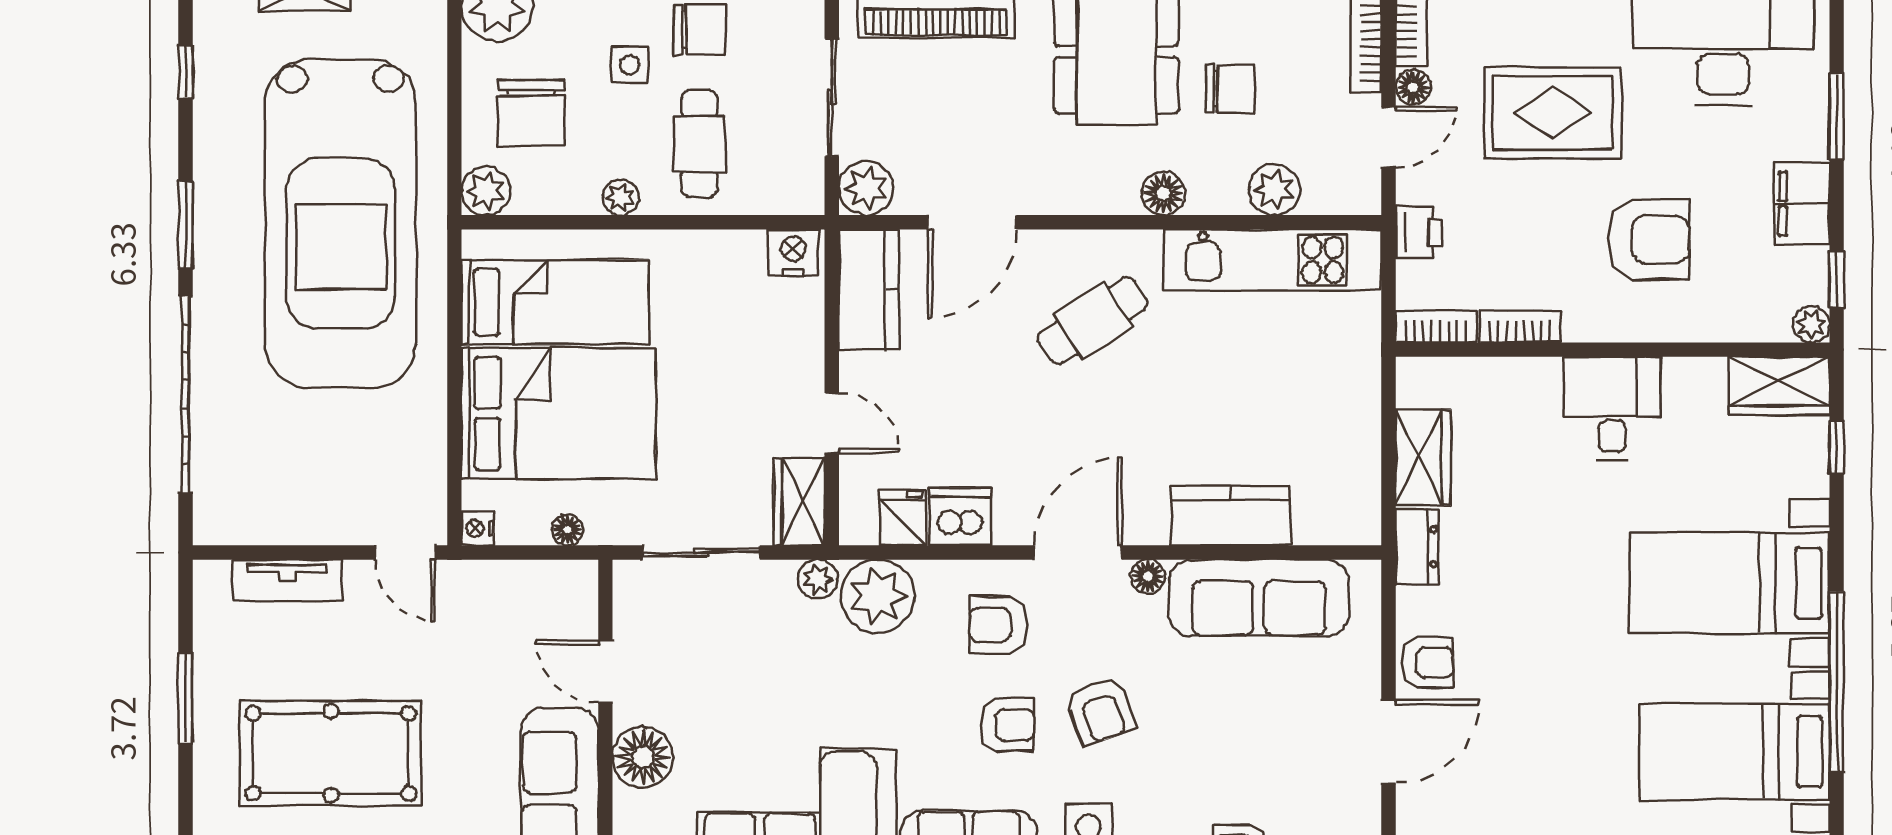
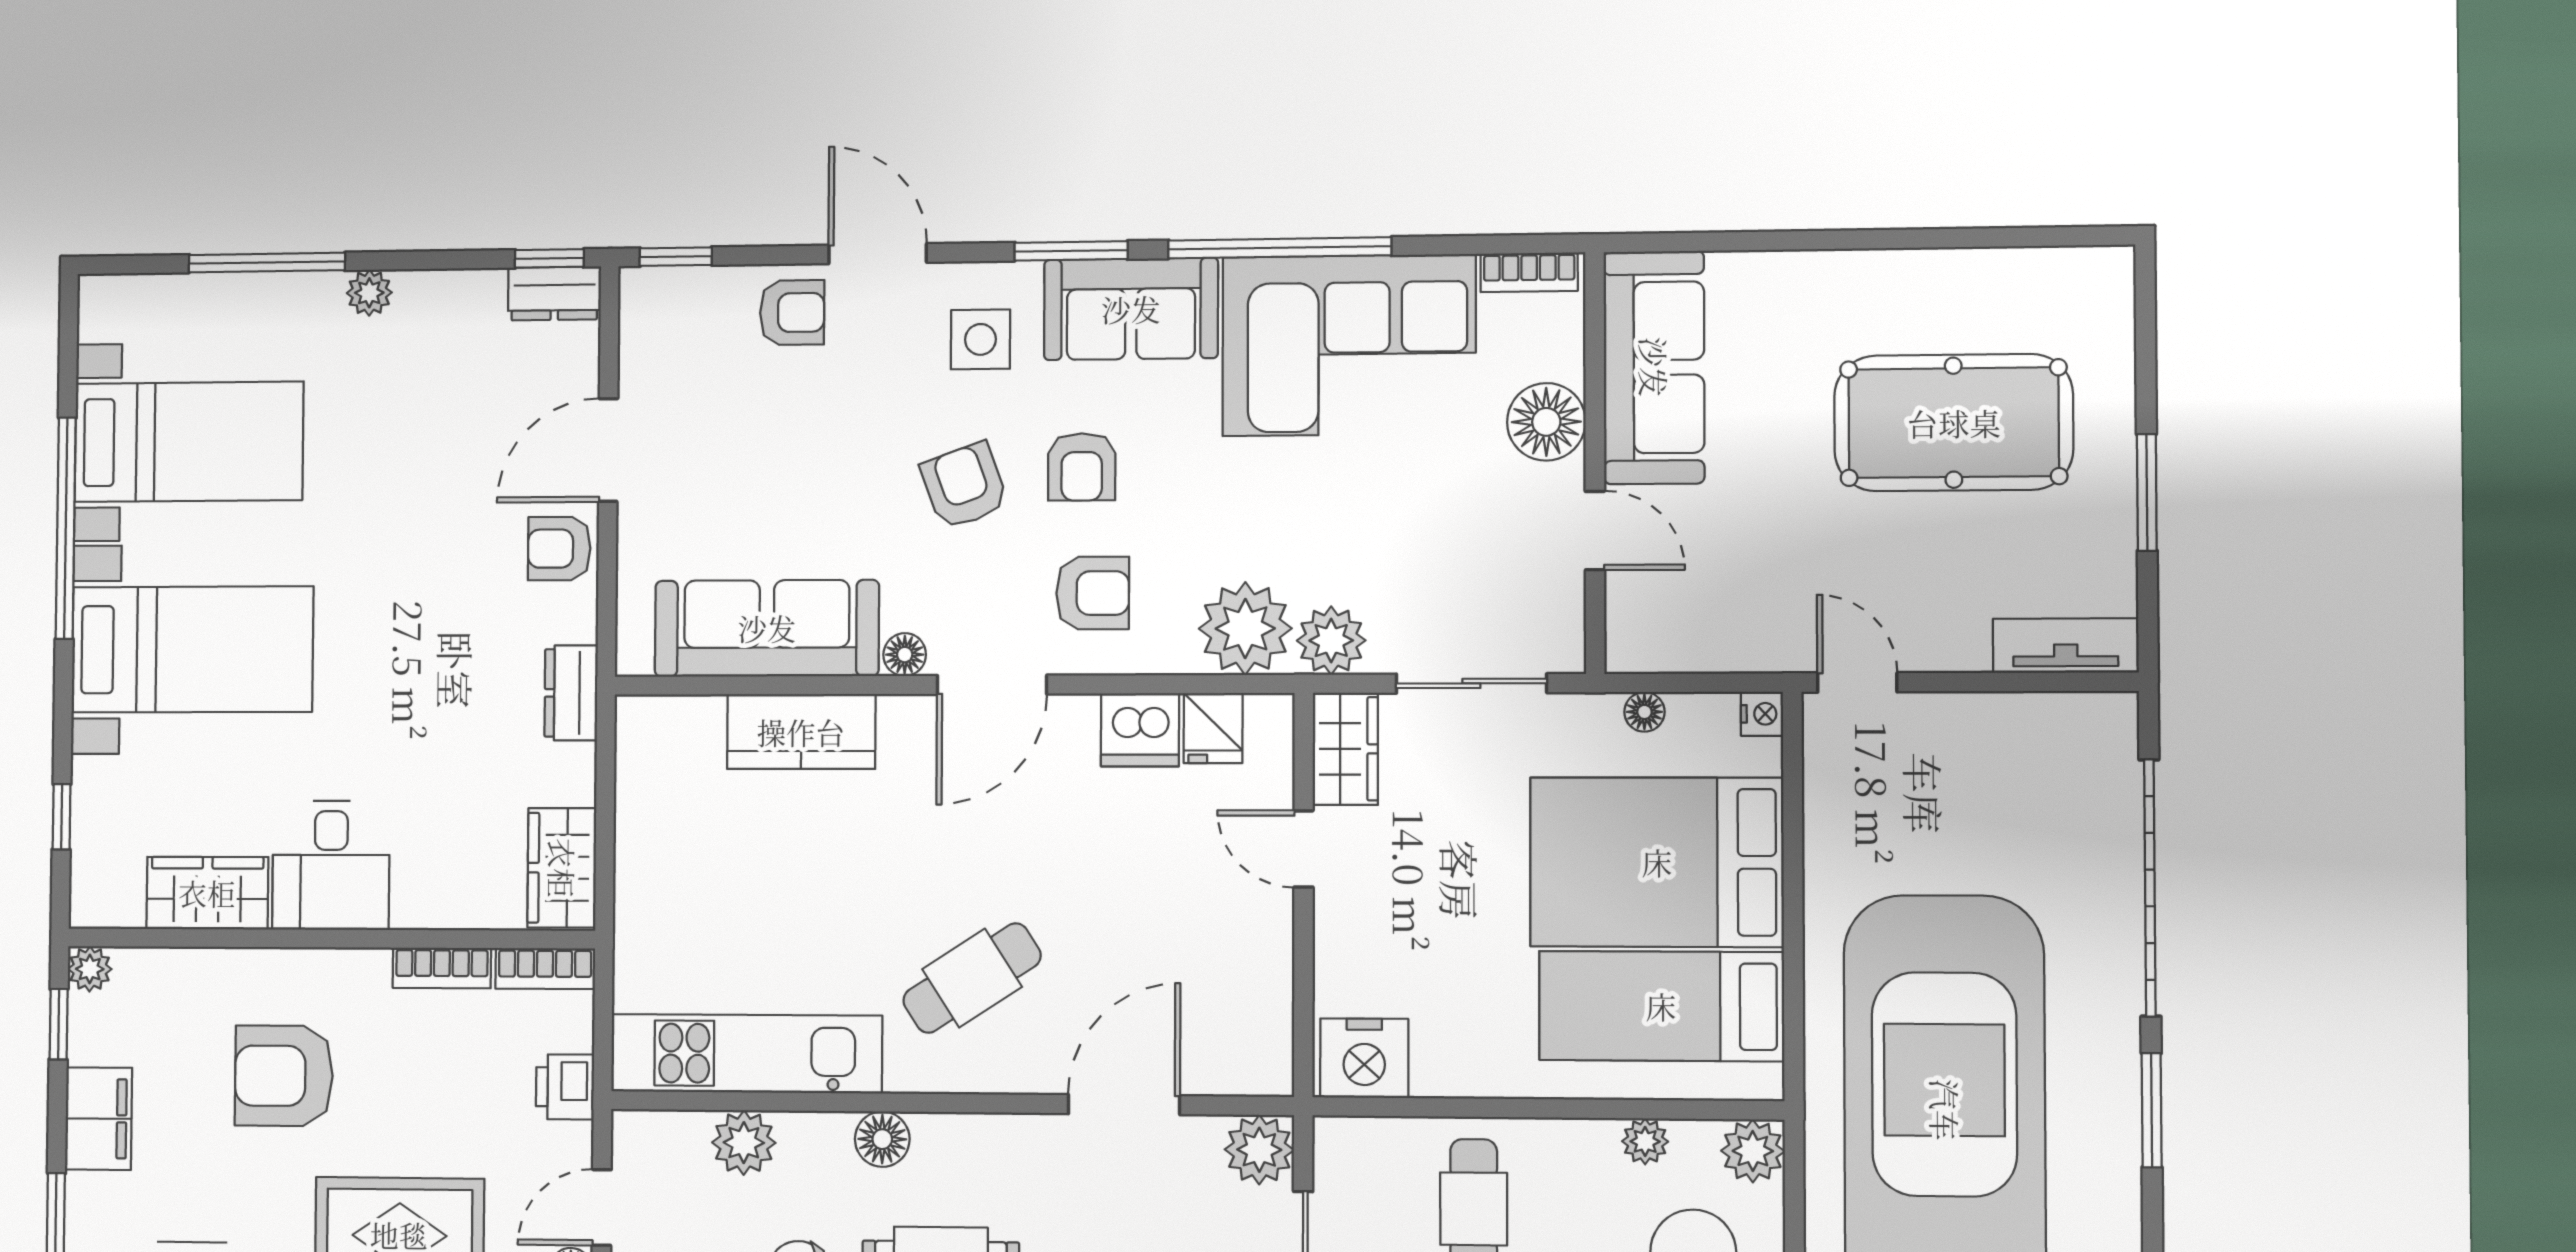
plant: (621, 197) -> (1645, 1141), moved
nightstand: (793, 252) -> (1364, 1058), width x1.36, depth x1.33
kitchen counter: (869, 290) -> (1256, 1019), removed
wardrobe: (1779, 386) -> (207, 893), moved
wardrobe: (1423, 457) -> (562, 868), moved
plant: (818, 579) -> (1331, 640), width x1.38, depth x1.38
tv unit: (287, 580) -> (2066, 646), moved
armchair: (1007, 725) -> (1082, 467), turned -90

